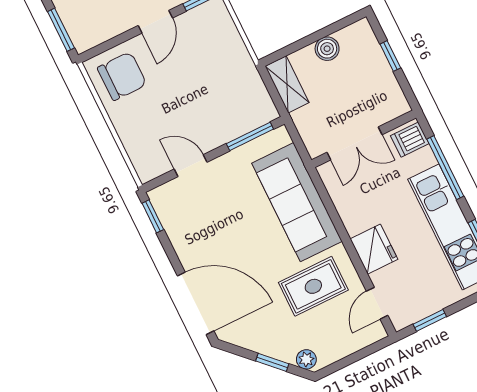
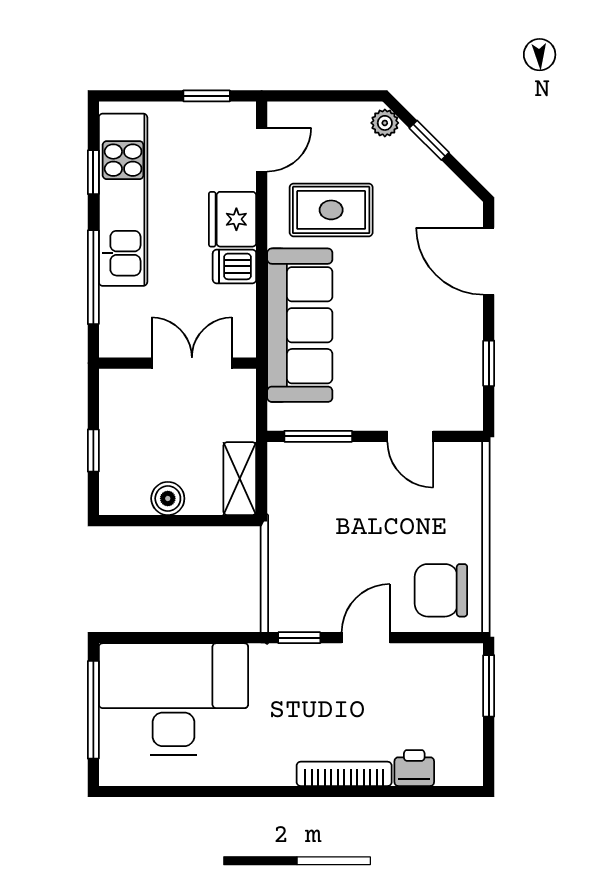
dishwasher: (410, 140) -> (234, 266), moved, turned 180
window: (153, 216) -> (489, 363), moved
door: (196, 303) -> (489, 261), width x0.73

